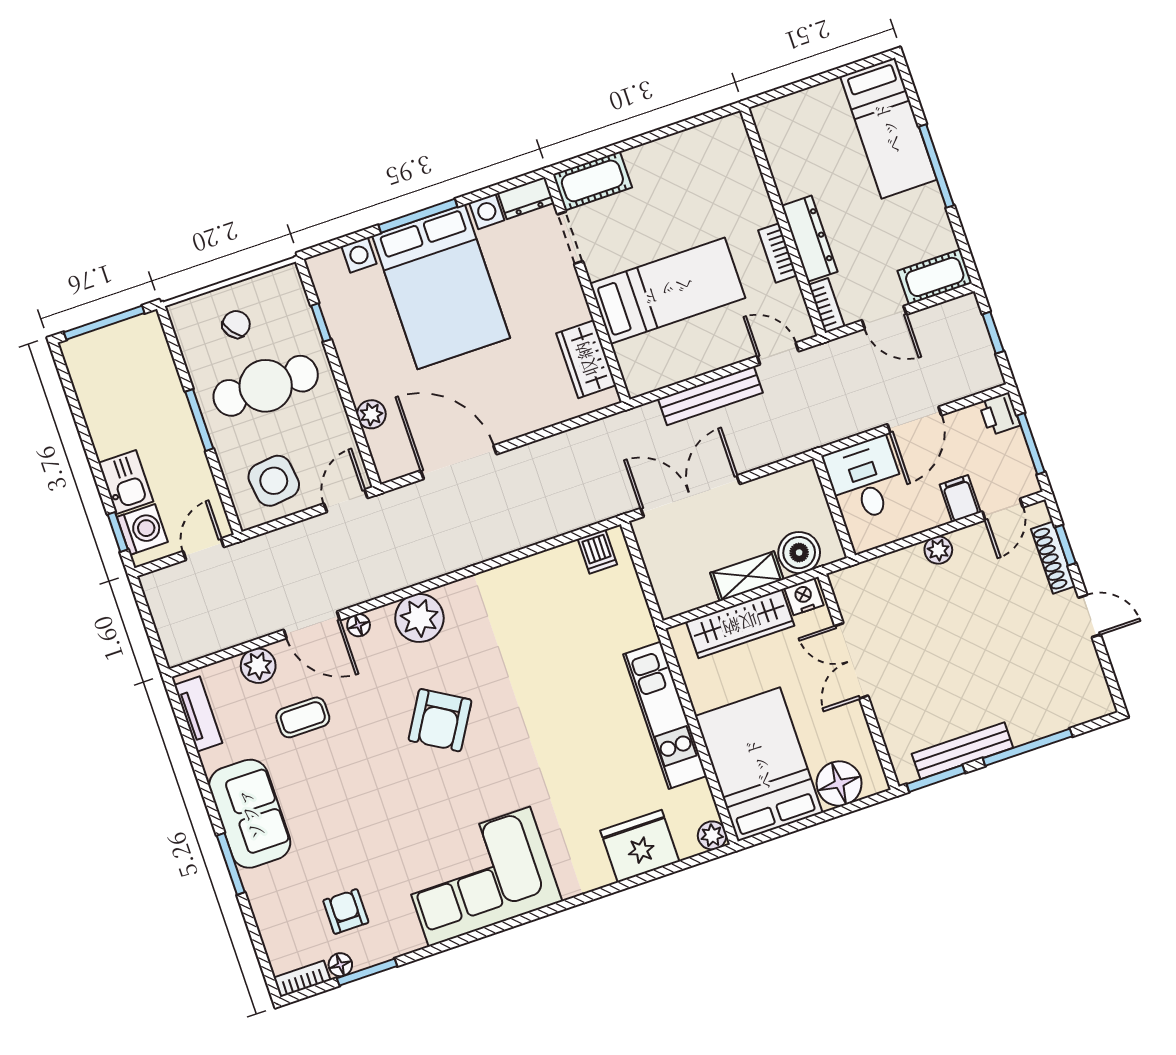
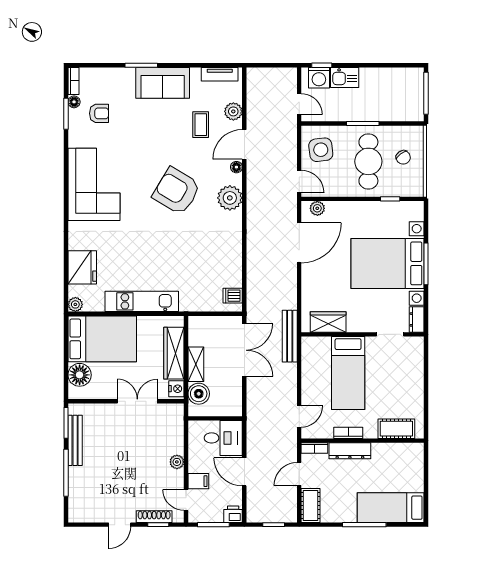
cot: (592, 181) -> (396, 429), moved, turned 90
bench: (710, 396) -> (290, 336), moved
plant: (371, 414) -> (317, 208), moved
armchair: (440, 720) -> (177, 191), width x1.36, depth x1.36

